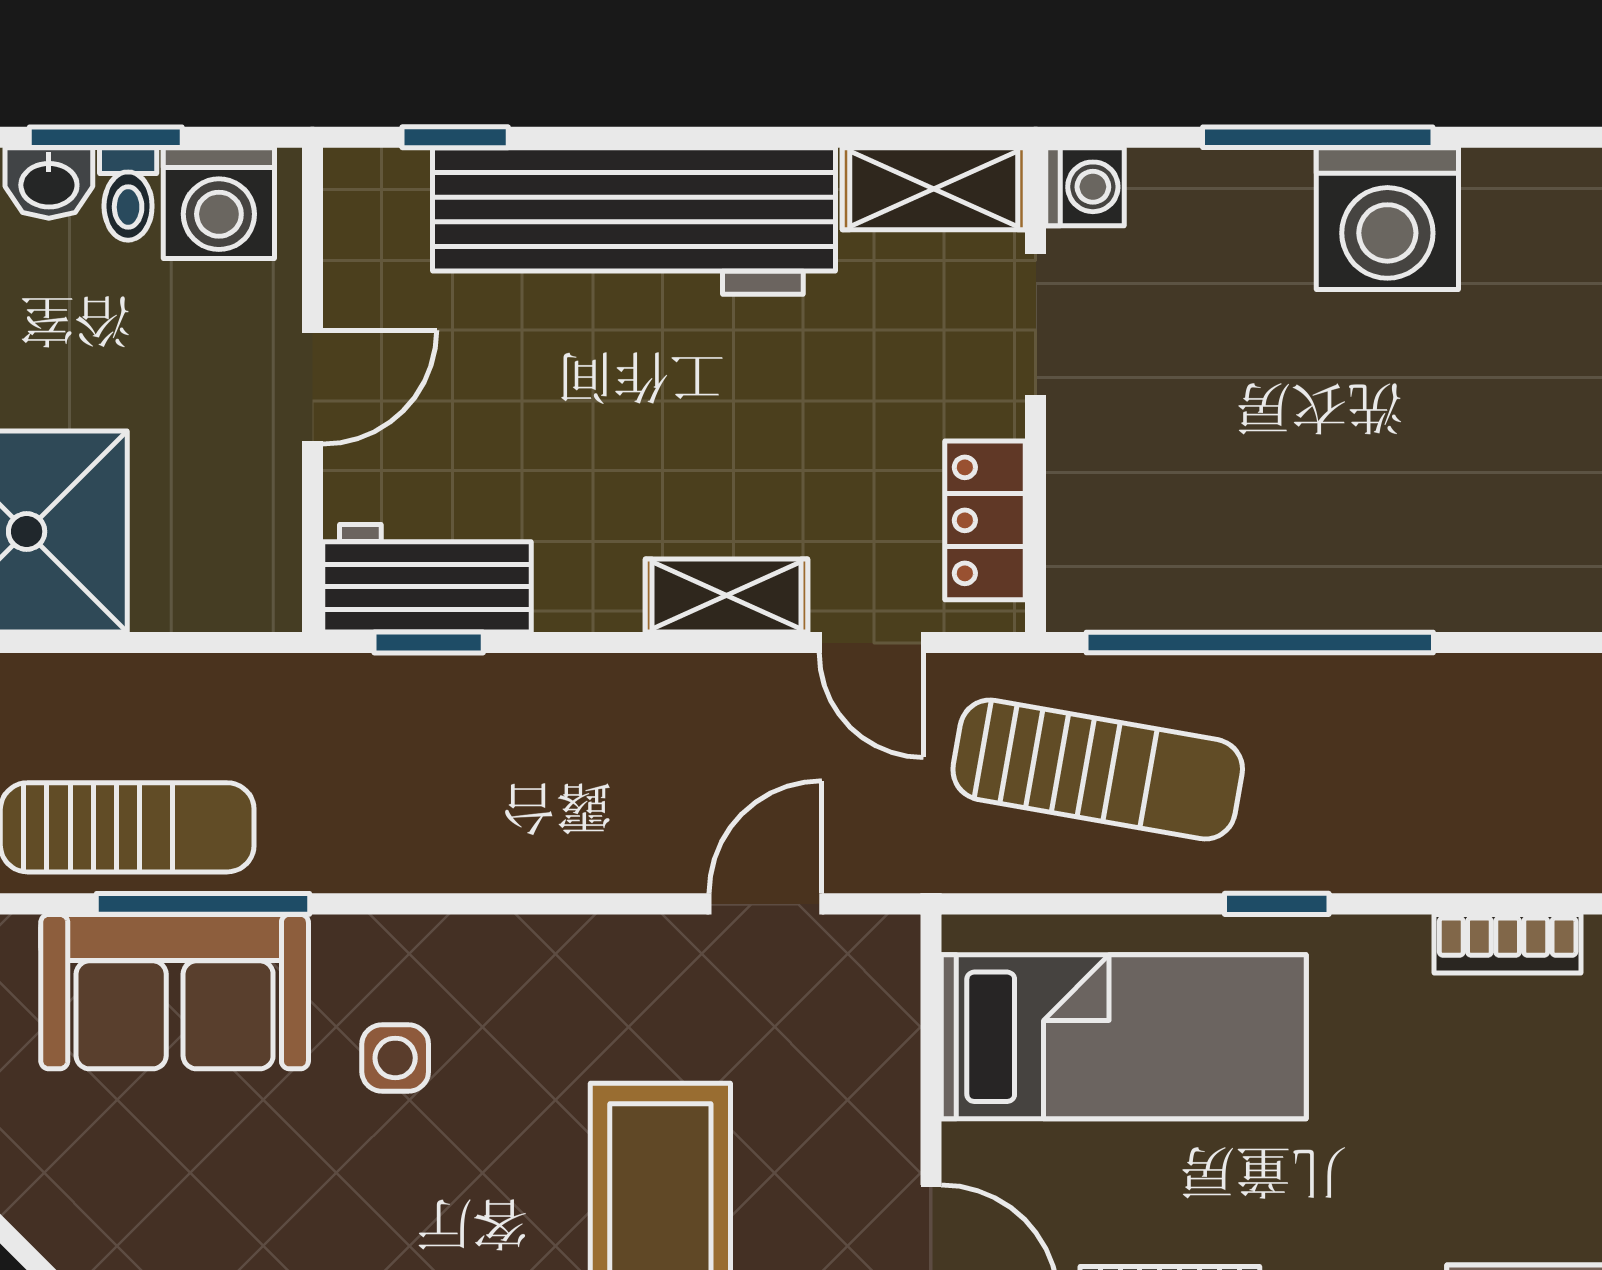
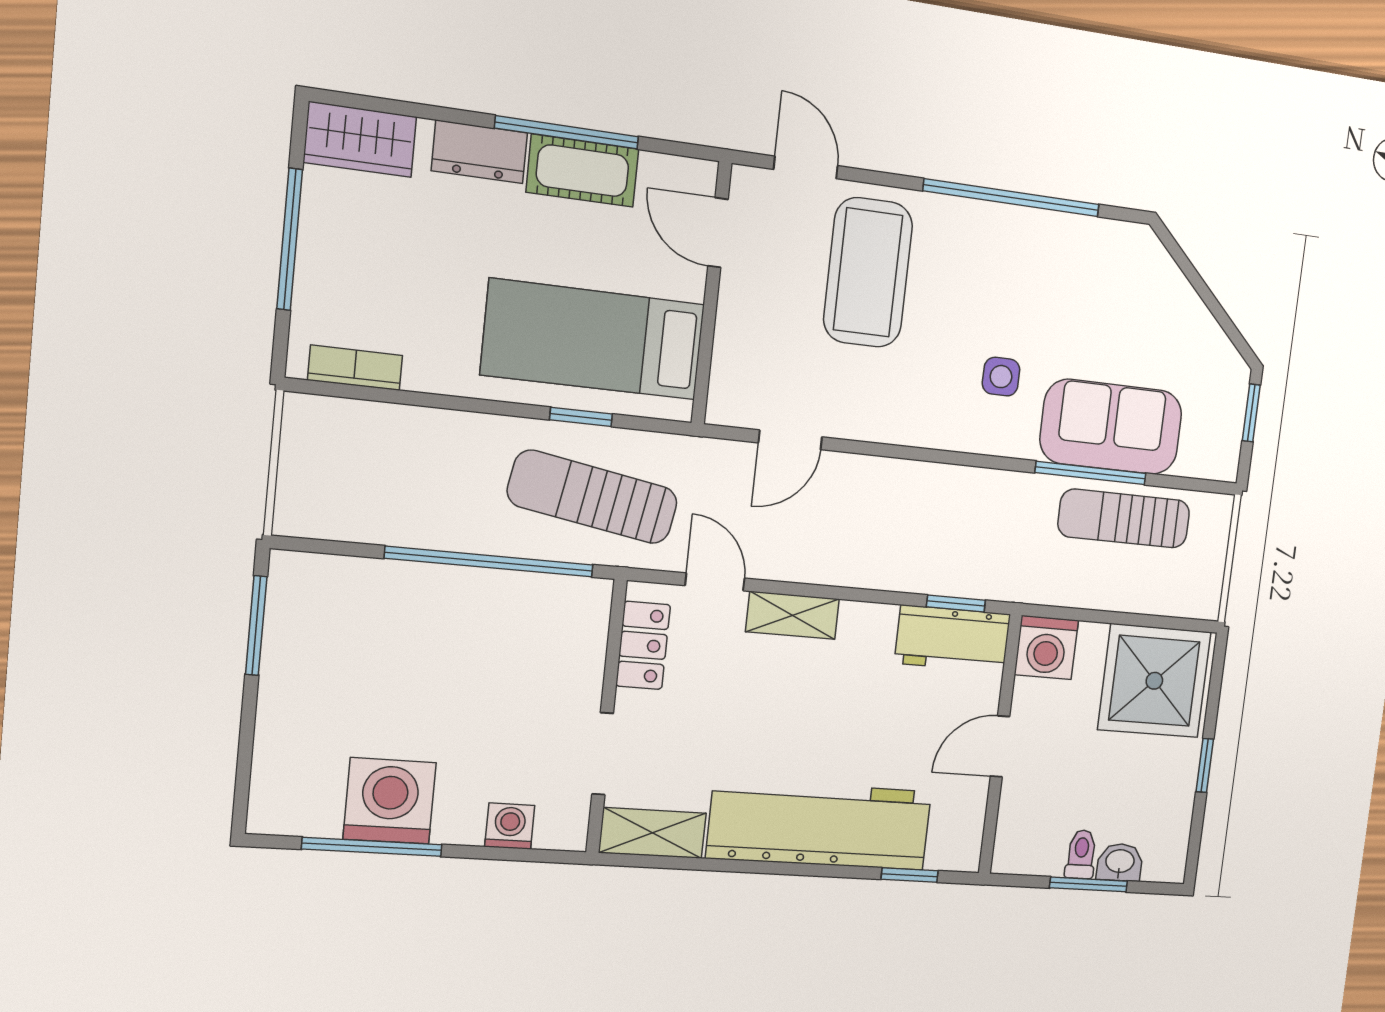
window: (1318, 137) -> (372, 847), moved
washing machine: (1085, 187) -> (510, 826), moved, turned 90
washing machine: (219, 203) -> (1046, 648), moved, turned 180
window: (1277, 904) -> (581, 417), moved

